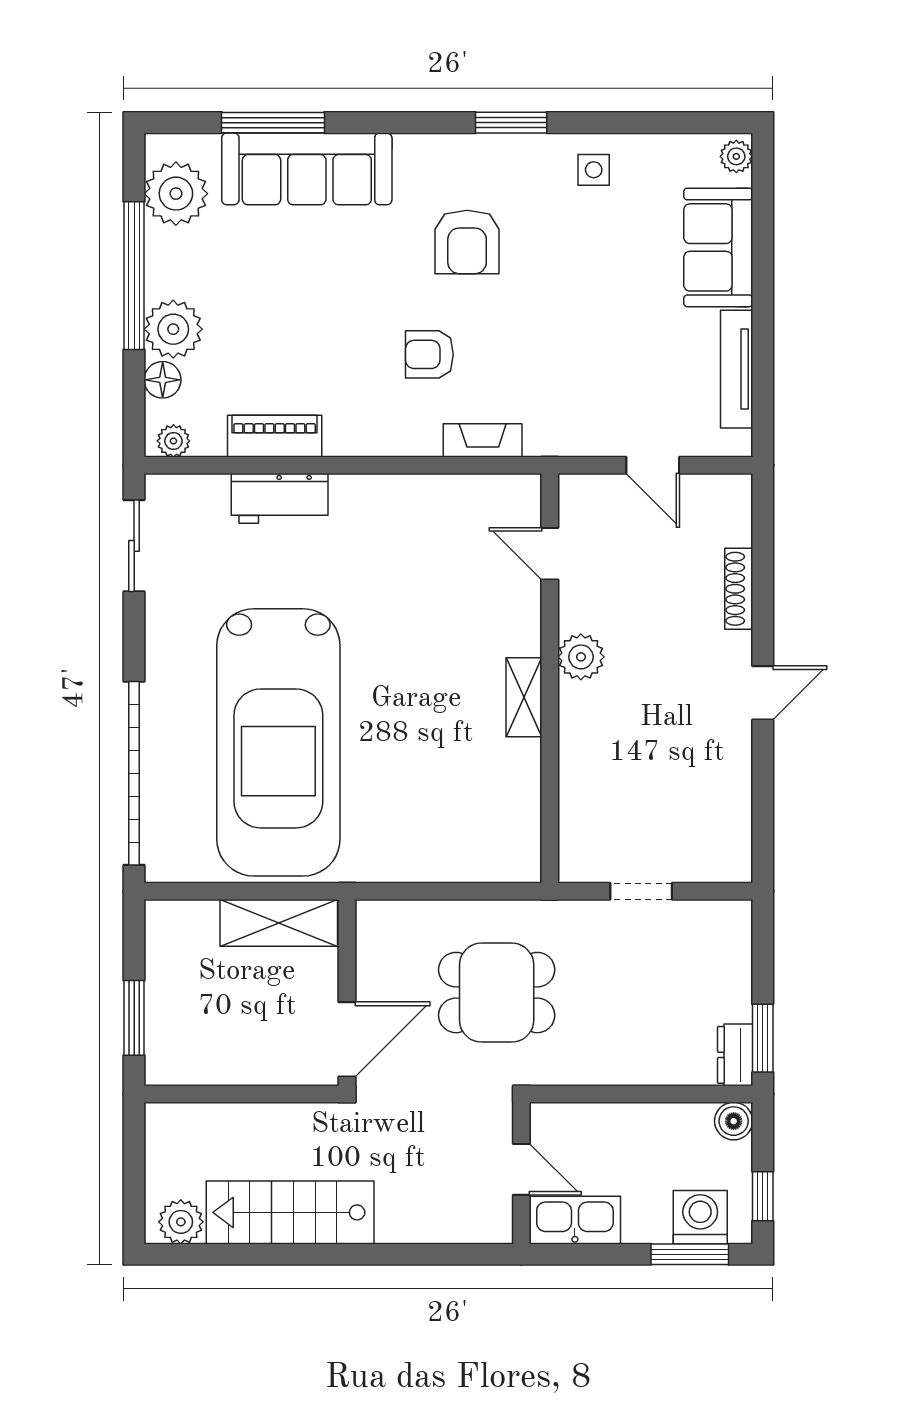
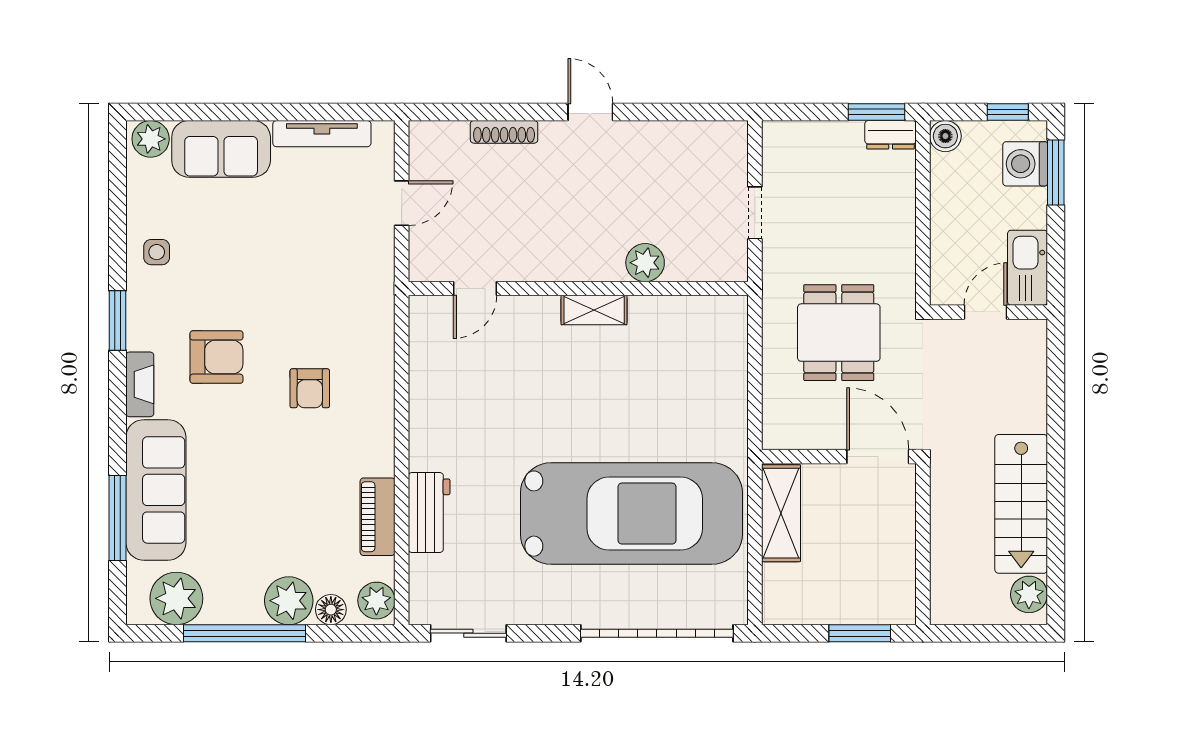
plant: (736, 156) -> (151, 139), width x1.38, depth x1.38
fireplace: (483, 440) -> (140, 384), moved, turned 180
plant: (173, 441) -> (376, 601), width x1.38, depth x1.38
plant: (581, 657) -> (645, 263), moved

